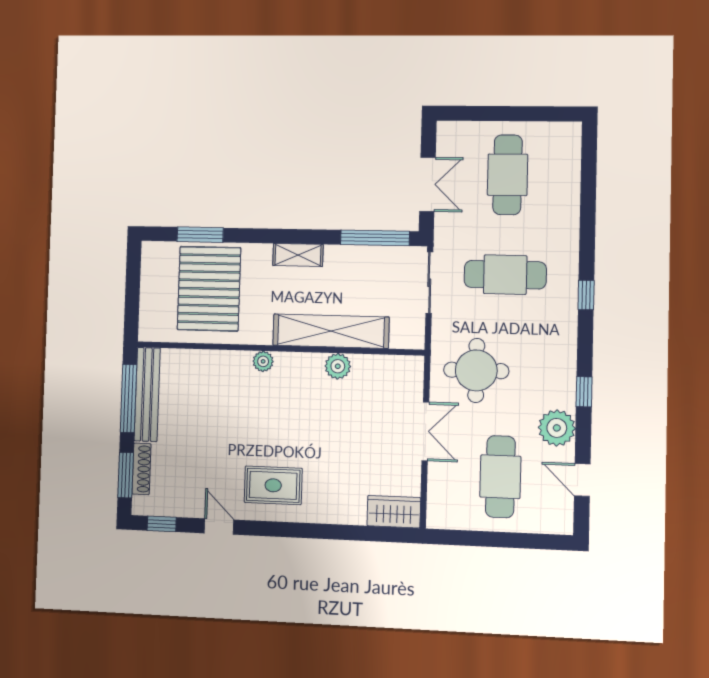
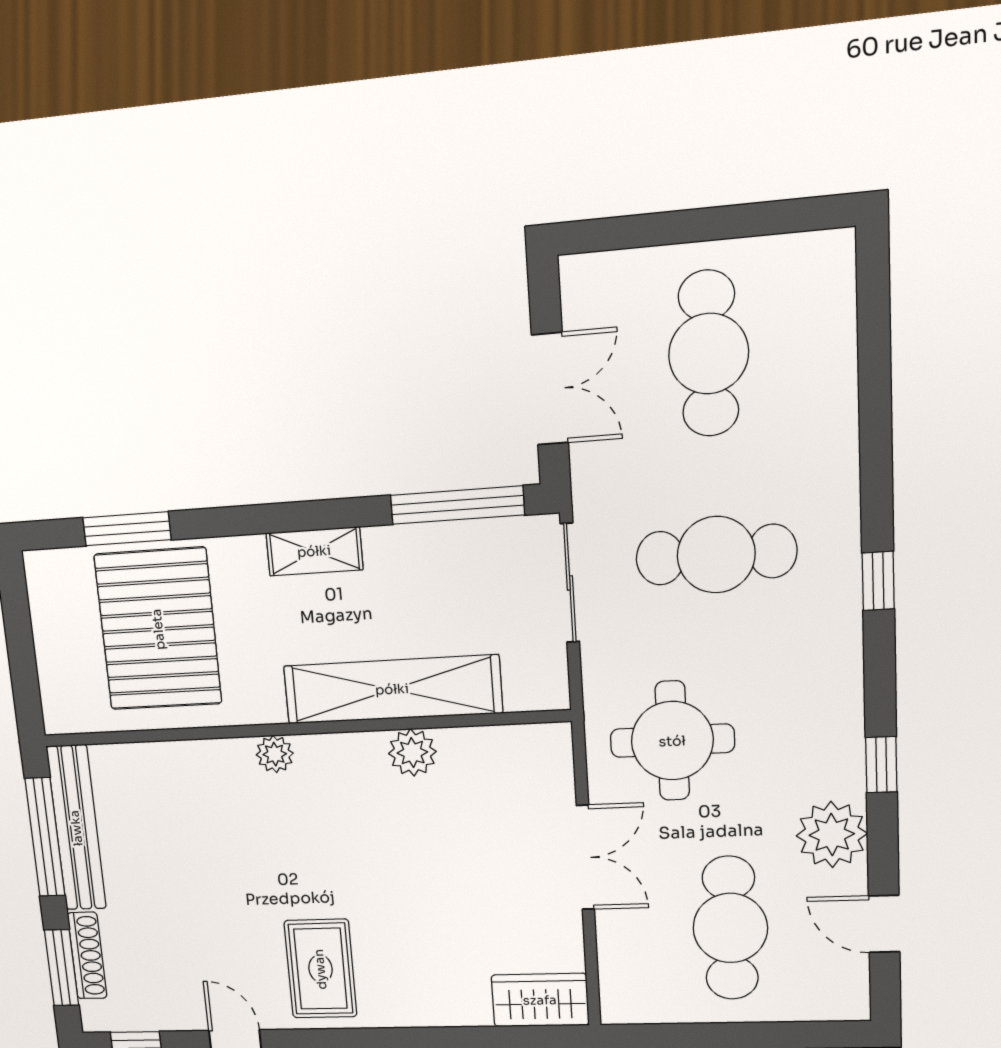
rug: (273, 485) -> (320, 969), turned 90

